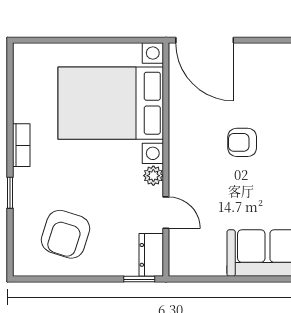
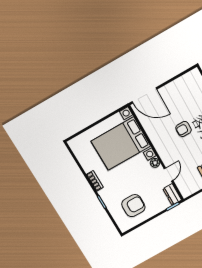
door: (166, 213) -> (169, 175), hinge flipped
armchair: (66, 234) -> (133, 206), turned -108

